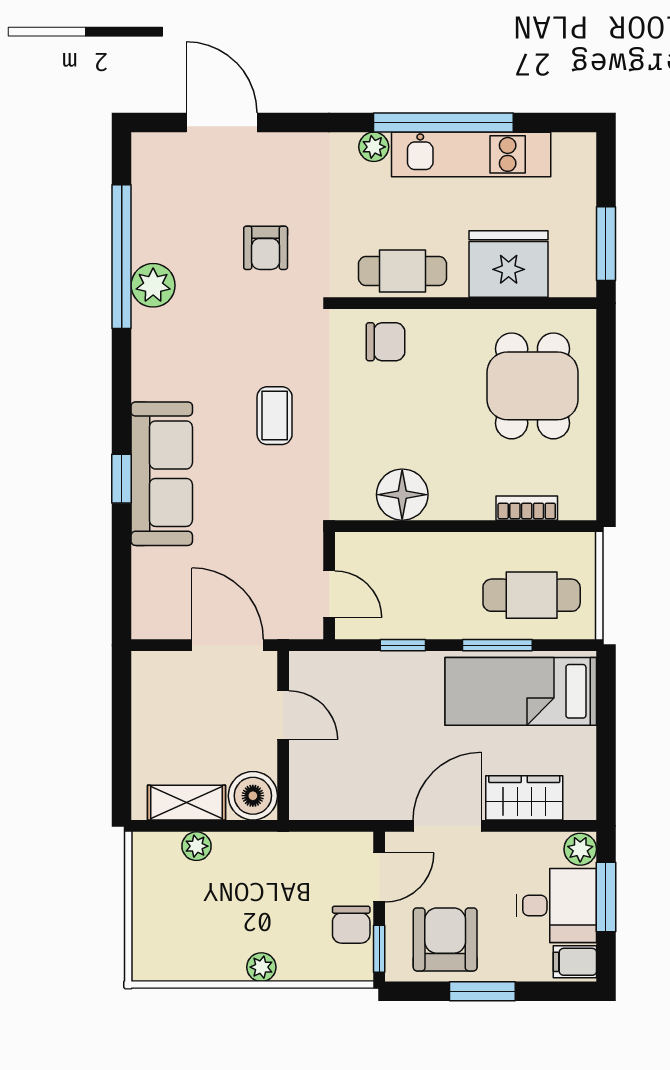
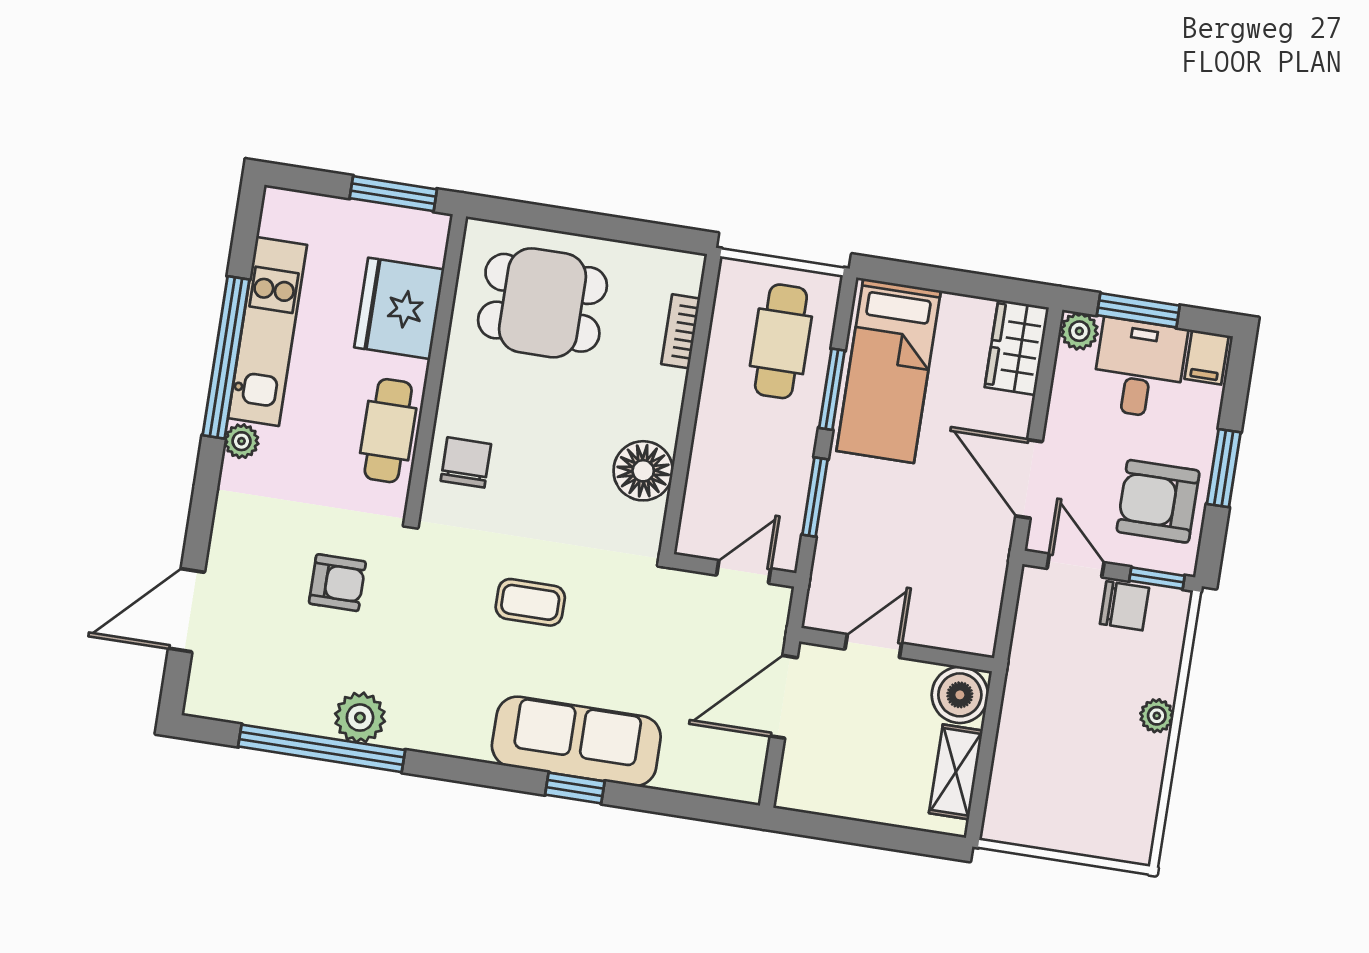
window: (403, 645) -> (815, 497), width x1.50
wardrobe: (524, 798) -> (1017, 347), moved
plant: (196, 846) -> (1007, 768), removed

